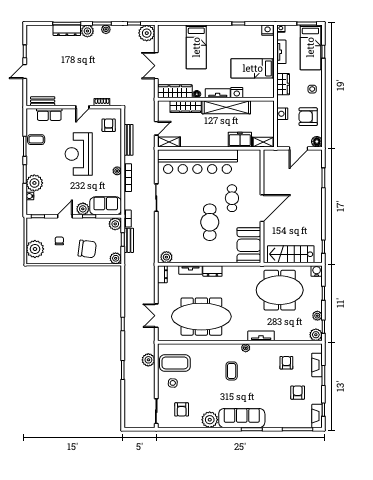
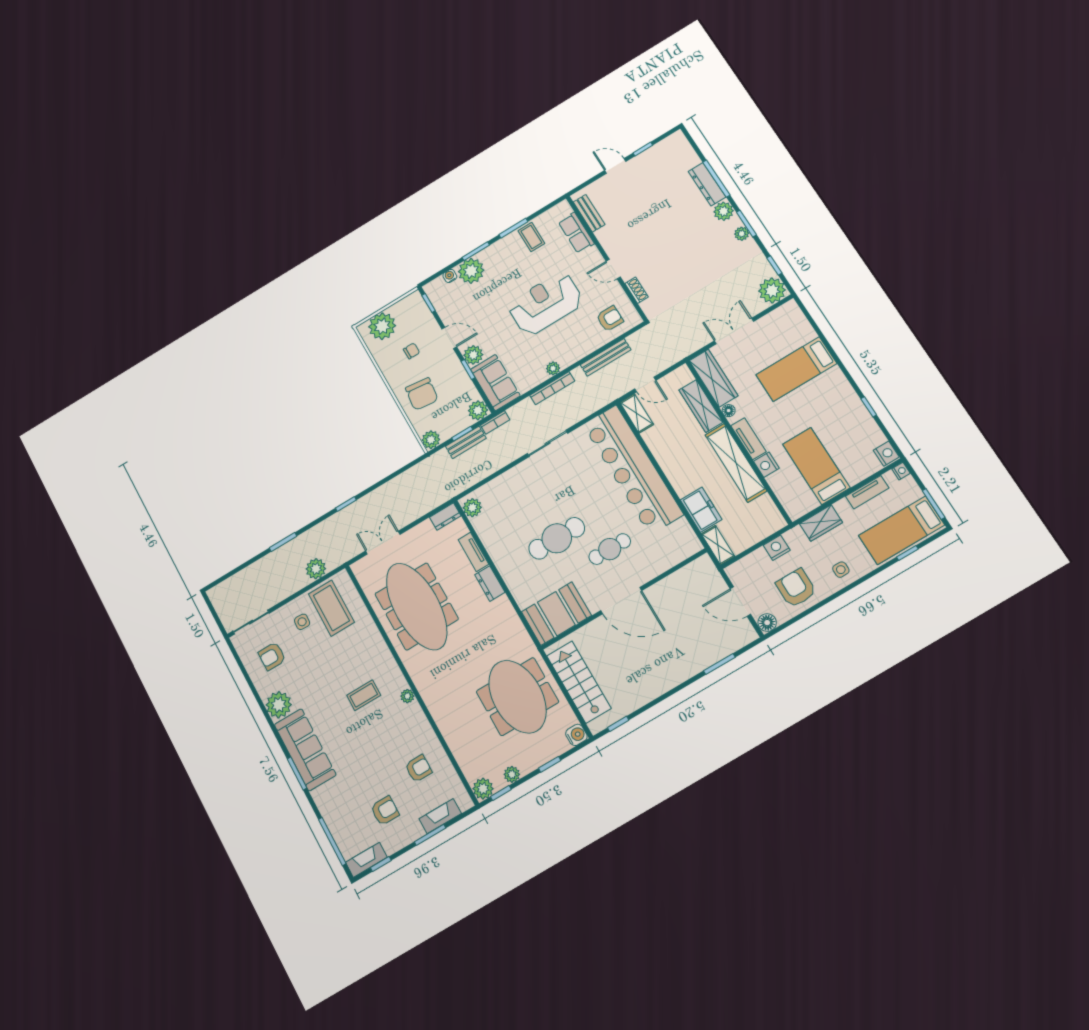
tv unit: (261, 336) -> (437, 708), removed

